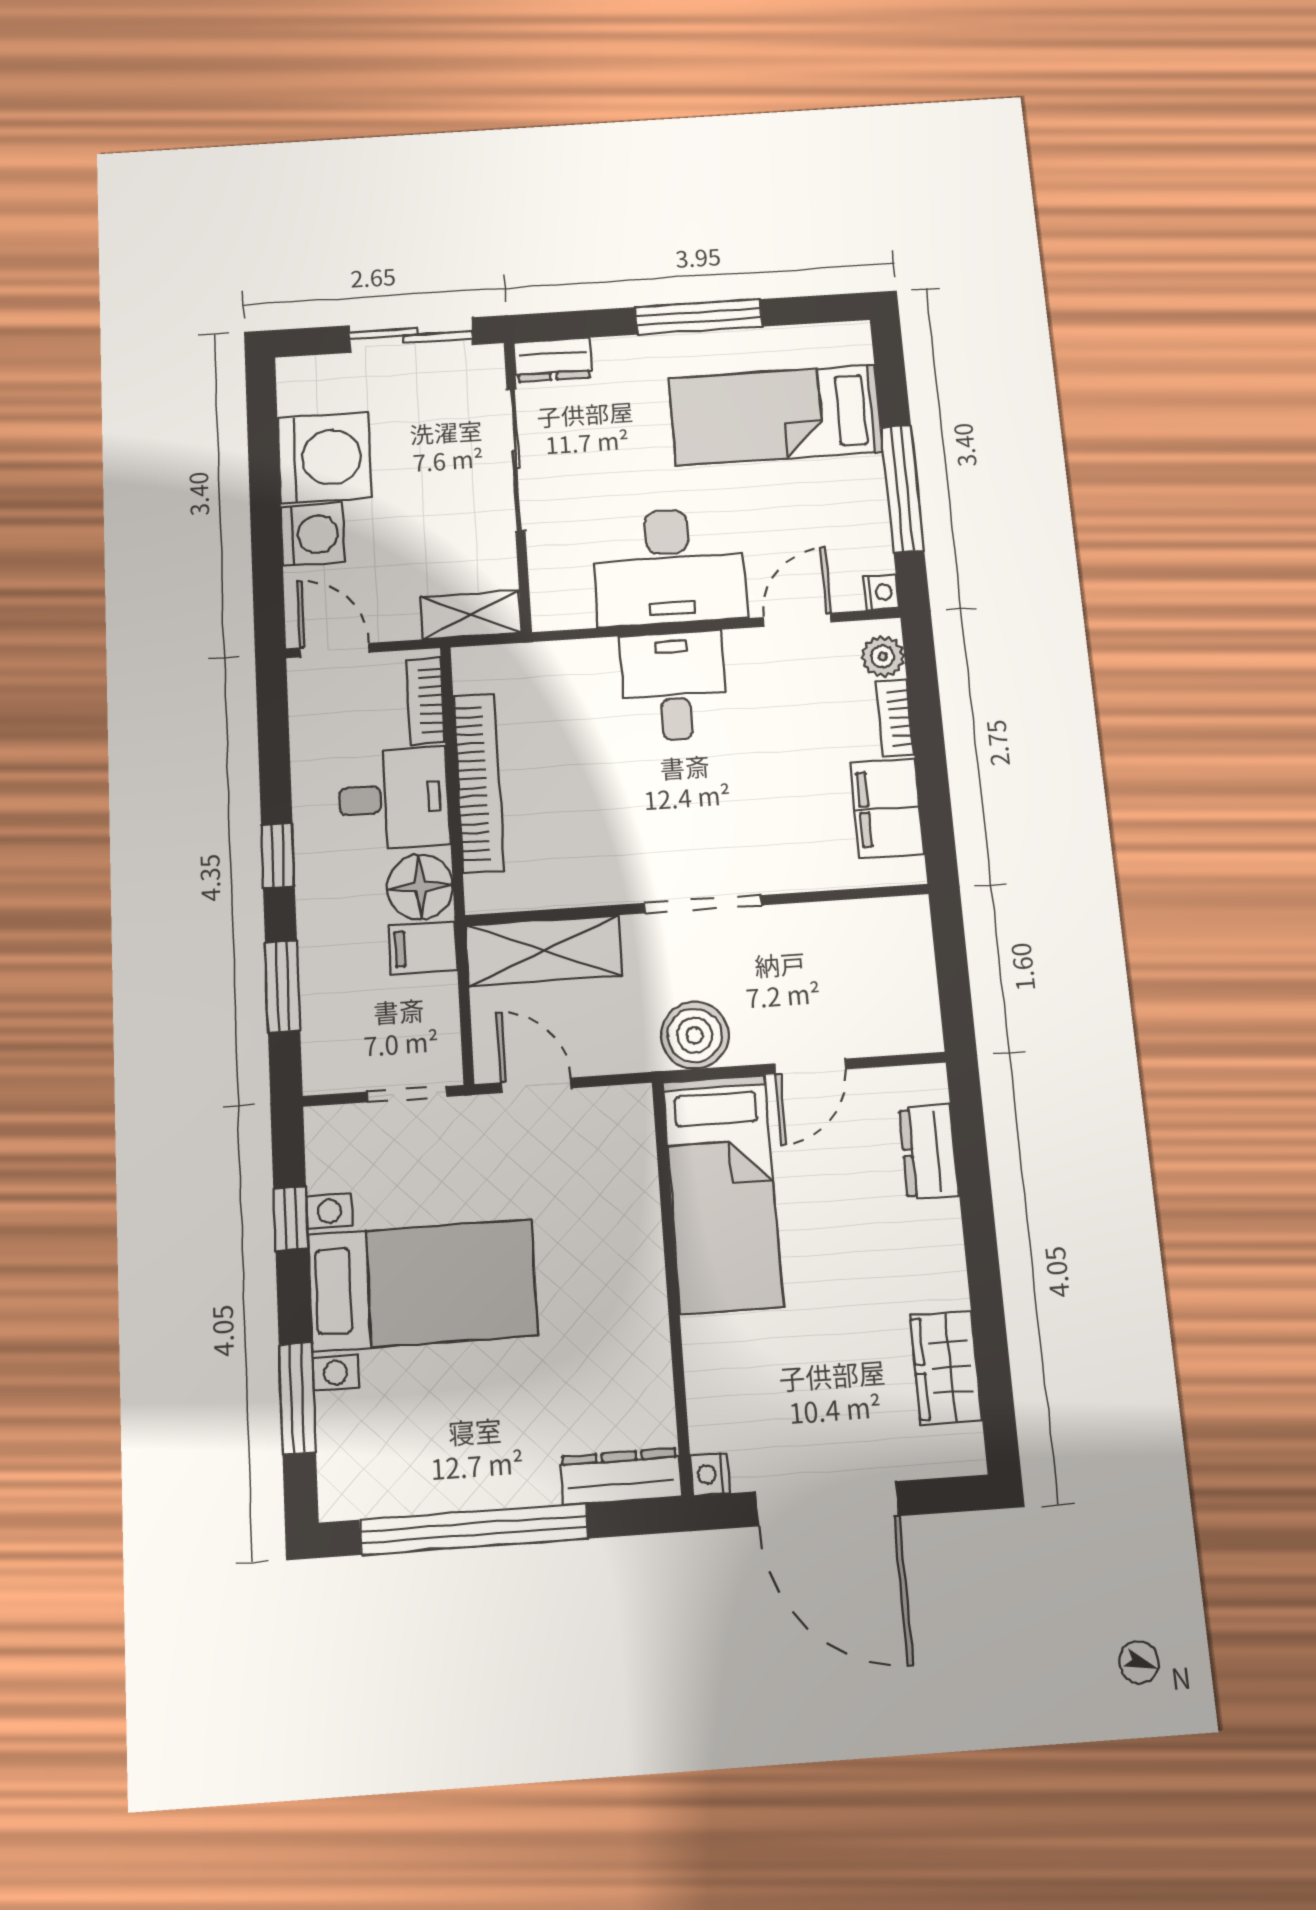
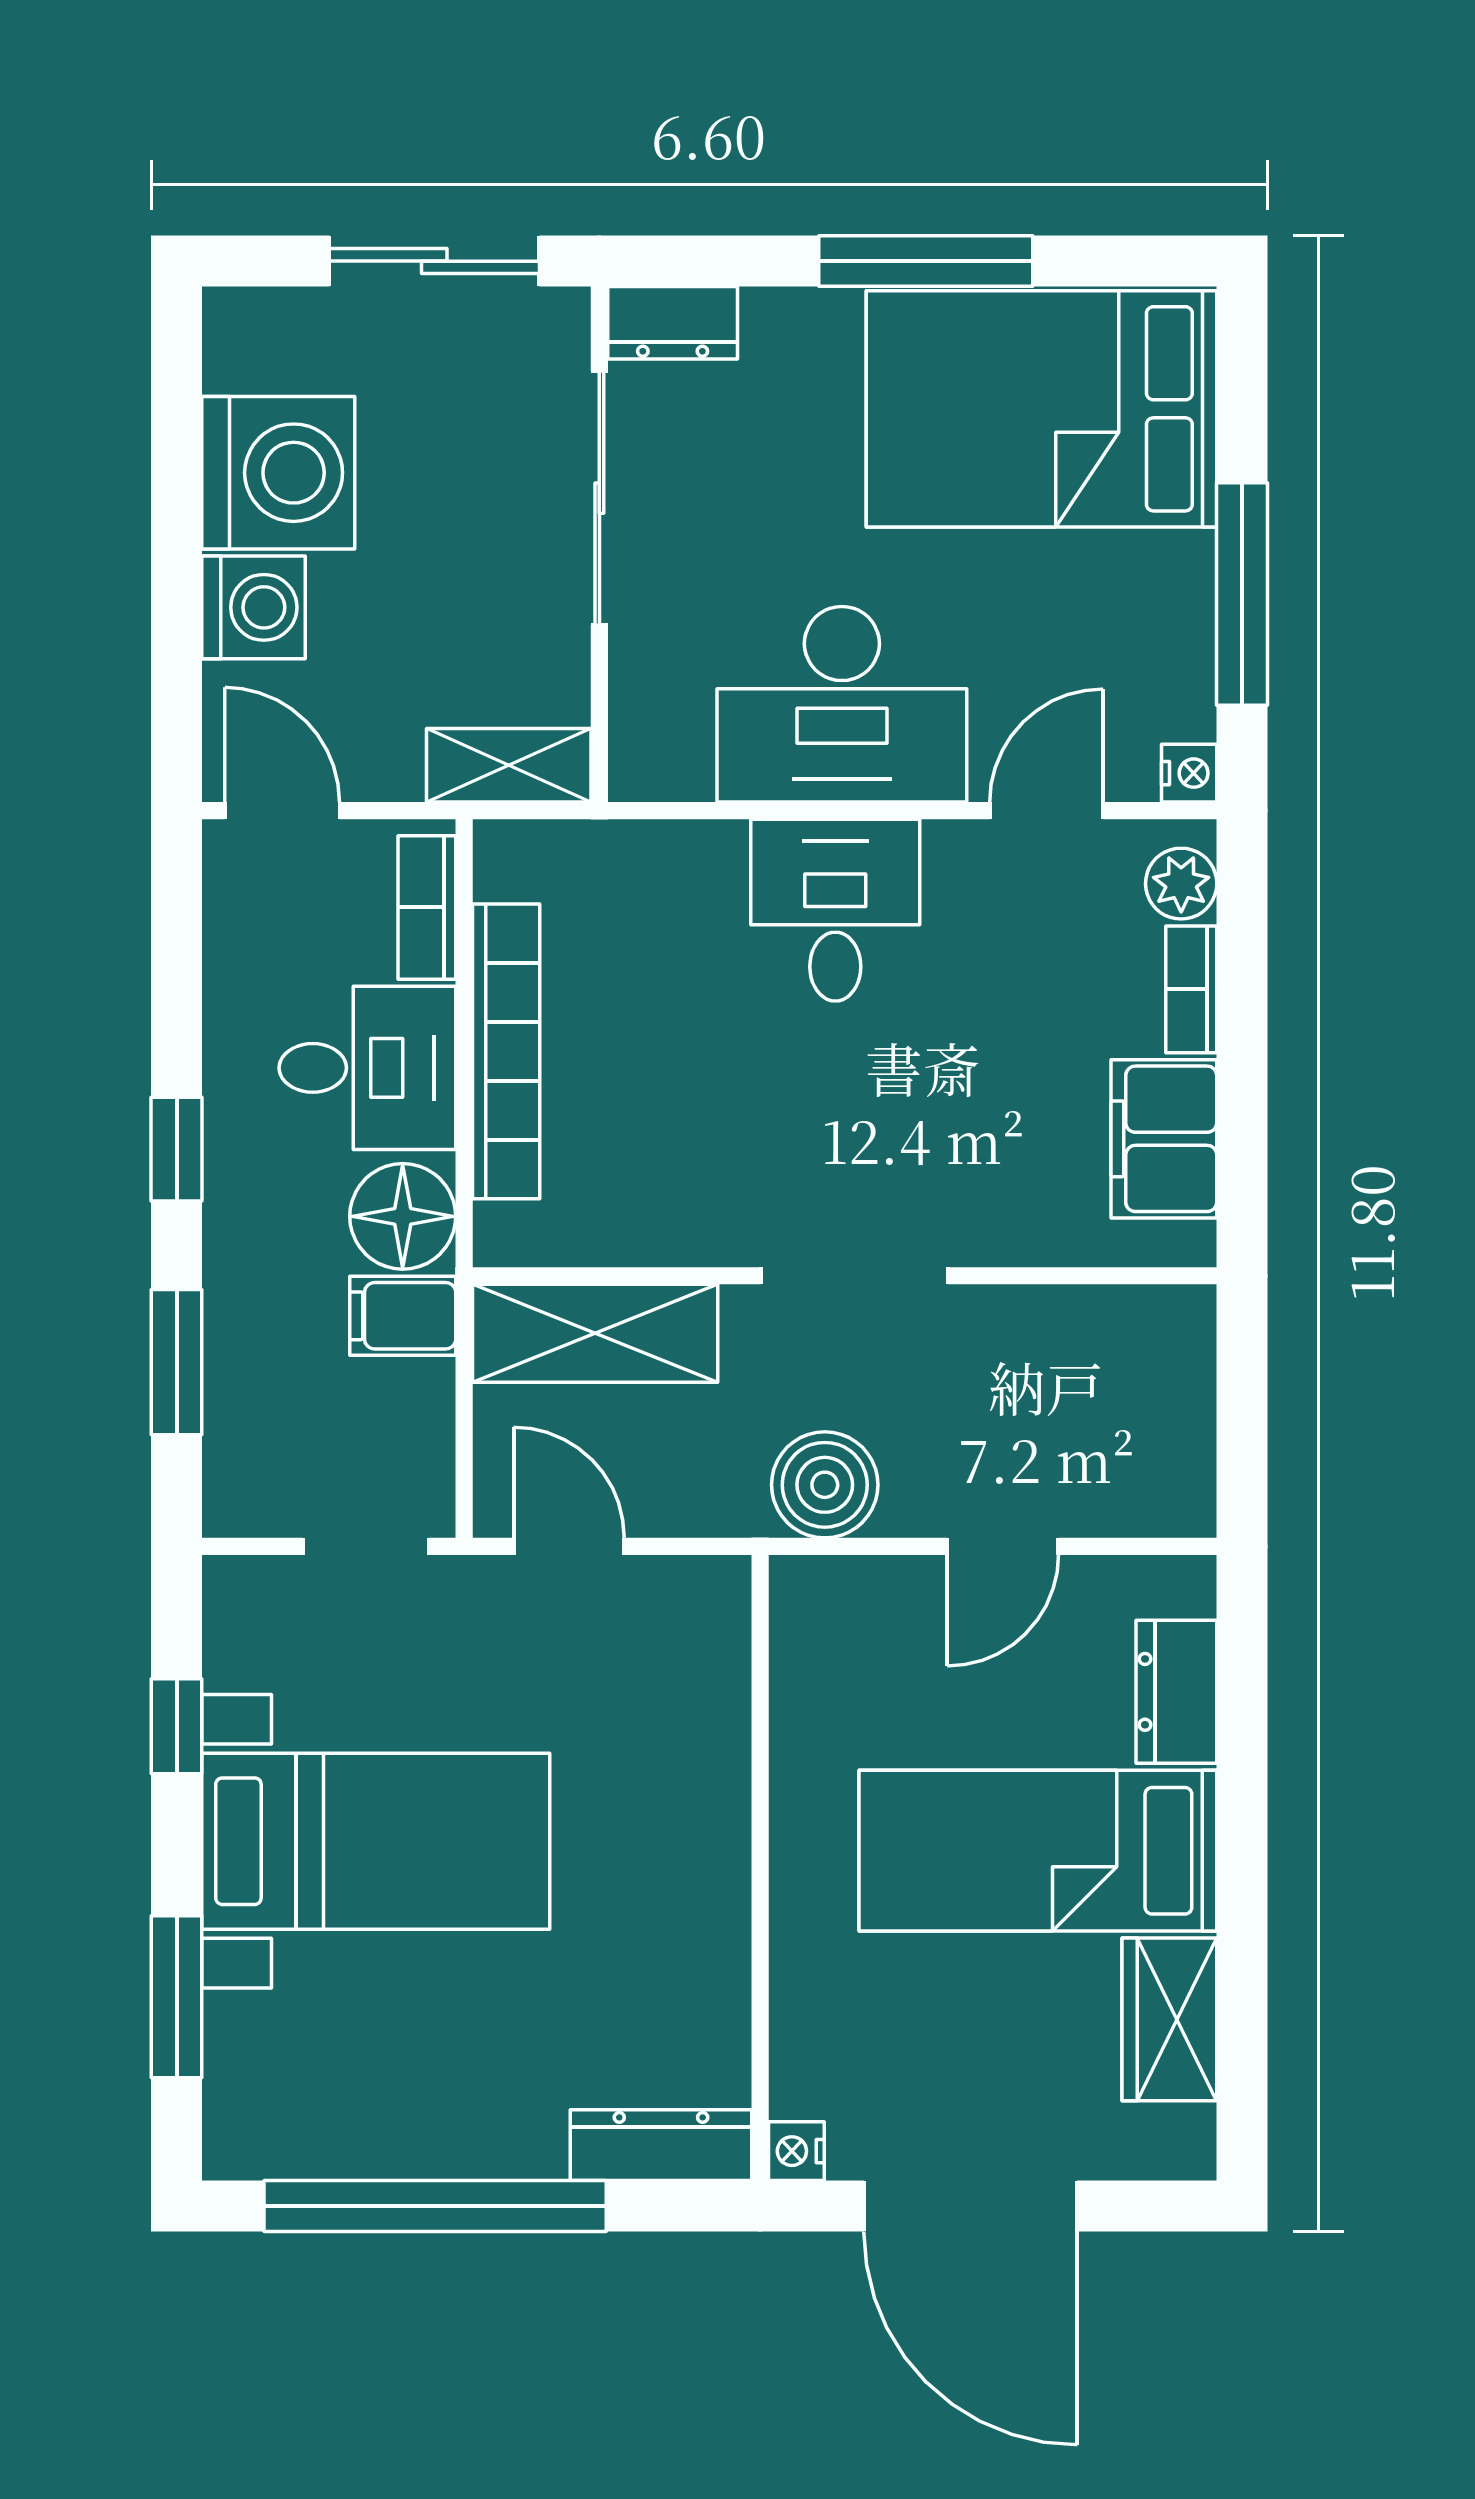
bed: (776, 415) -> (1041, 409), width x1.50
bed: (722, 1193) -> (1038, 1851), moved, turned 90

